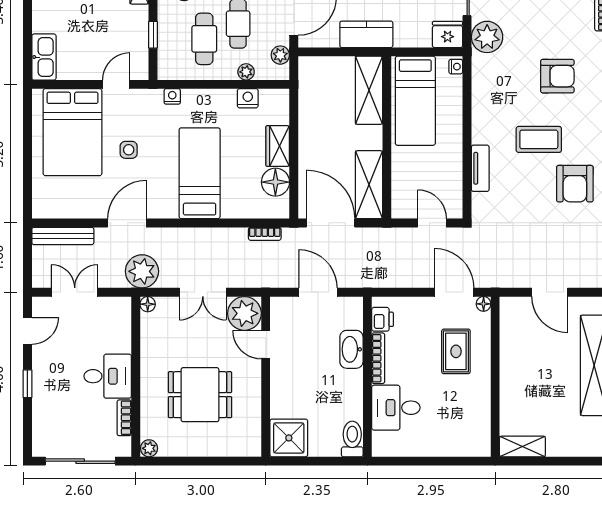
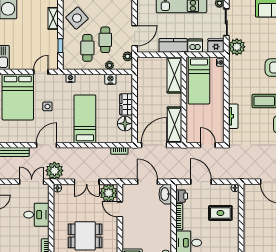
dishwasher: (408, 35) -> (195, 46), added
door: (331, 223) -> (154, 145), hinge flipped
double door: (75, 292) -> (32, 182), moved
door: (454, 292) -> (201, 182), moved
washbasin: (351, 349) -> (165, 194), moved
rug: (456, 351) -> (220, 213), turned 90
desk: (108, 376) -> (36, 215), moved

